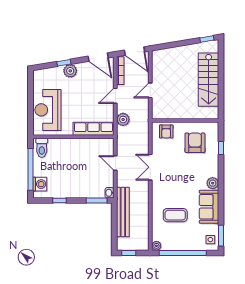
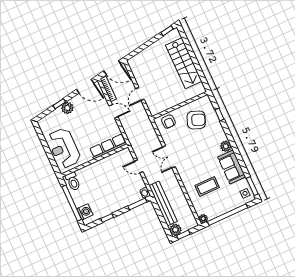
door: (115, 96) -> (114, 111), swing flipped
plant: (123, 119) -> (175, 230), moved
armchair: (195, 143) -> (196, 120), turned 111

